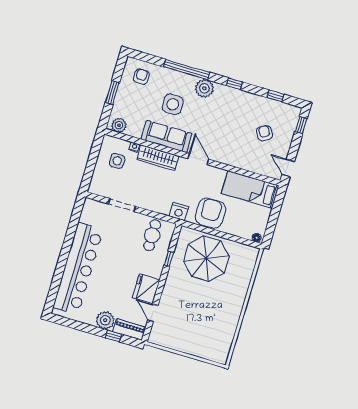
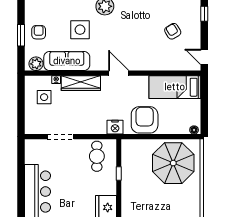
armchair: (141, 77) -> (39, 32), moved
sofa: (167, 136) -> (67, 61), moved
parasol: (206, 259) -> (173, 163), moved

